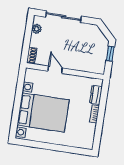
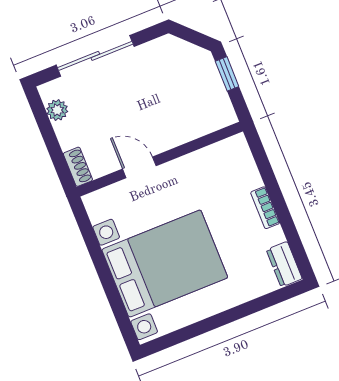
dresser: (96, 95) -> (284, 264), moved

